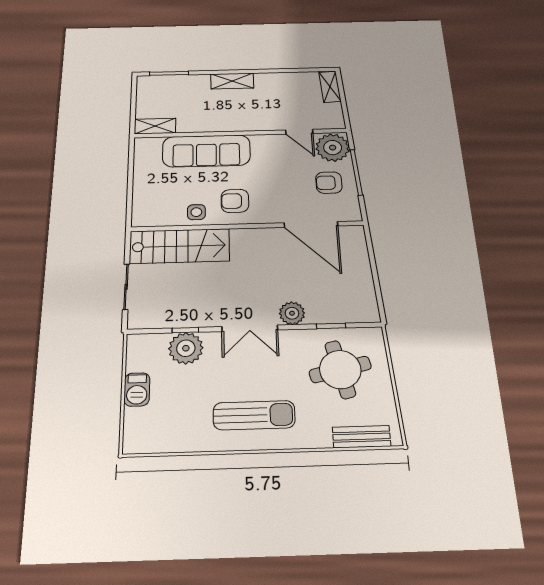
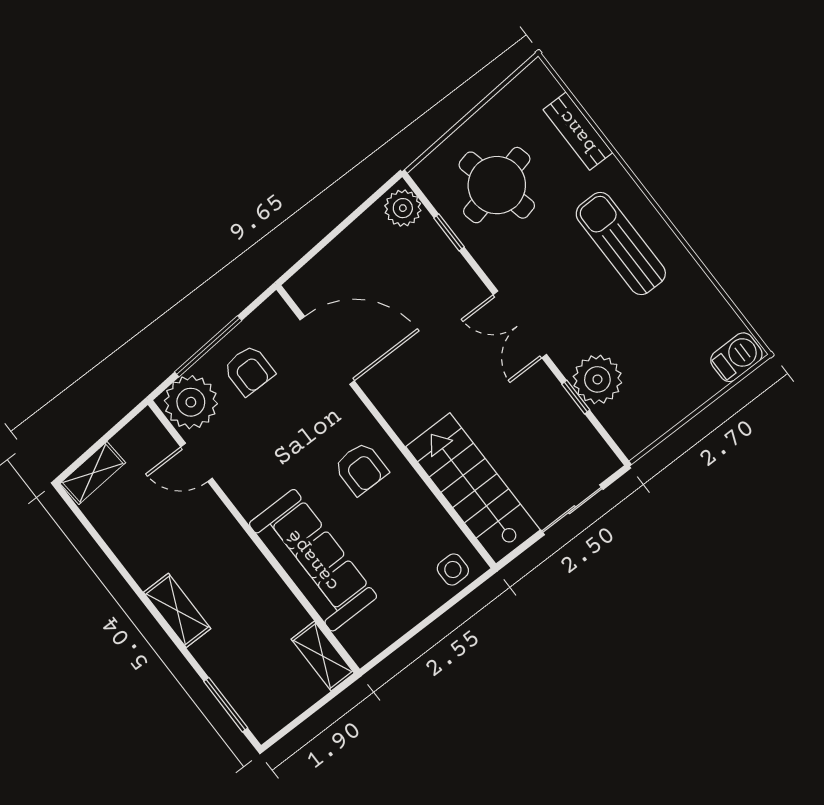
door: (299, 132) -> (197, 462), swing flipped
side table: (196, 212) -> (453, 569), moved
door: (311, 224) -> (327, 350), hinge flipped
plant: (292, 313) -> (403, 208), moved
double door: (250, 328) -> (520, 324), swing flipped
barbecue: (137, 389) -> (736, 357), moved
bench: (362, 437) -> (578, 131), moved

